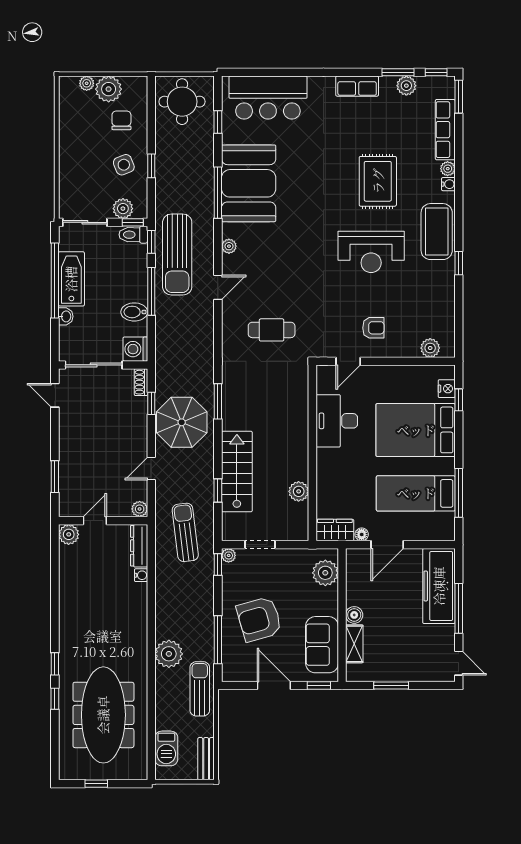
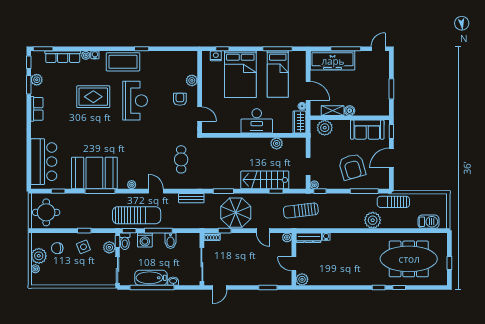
plant: (430, 348) -> (192, 80), moved
washing machine: (135, 349) -> (145, 240), moved
desk: (337, 421) -> (257, 121), moved
shelving: (354, 644) -> (333, 111), moved
bench: (206, 759) -> (191, 198), moved

